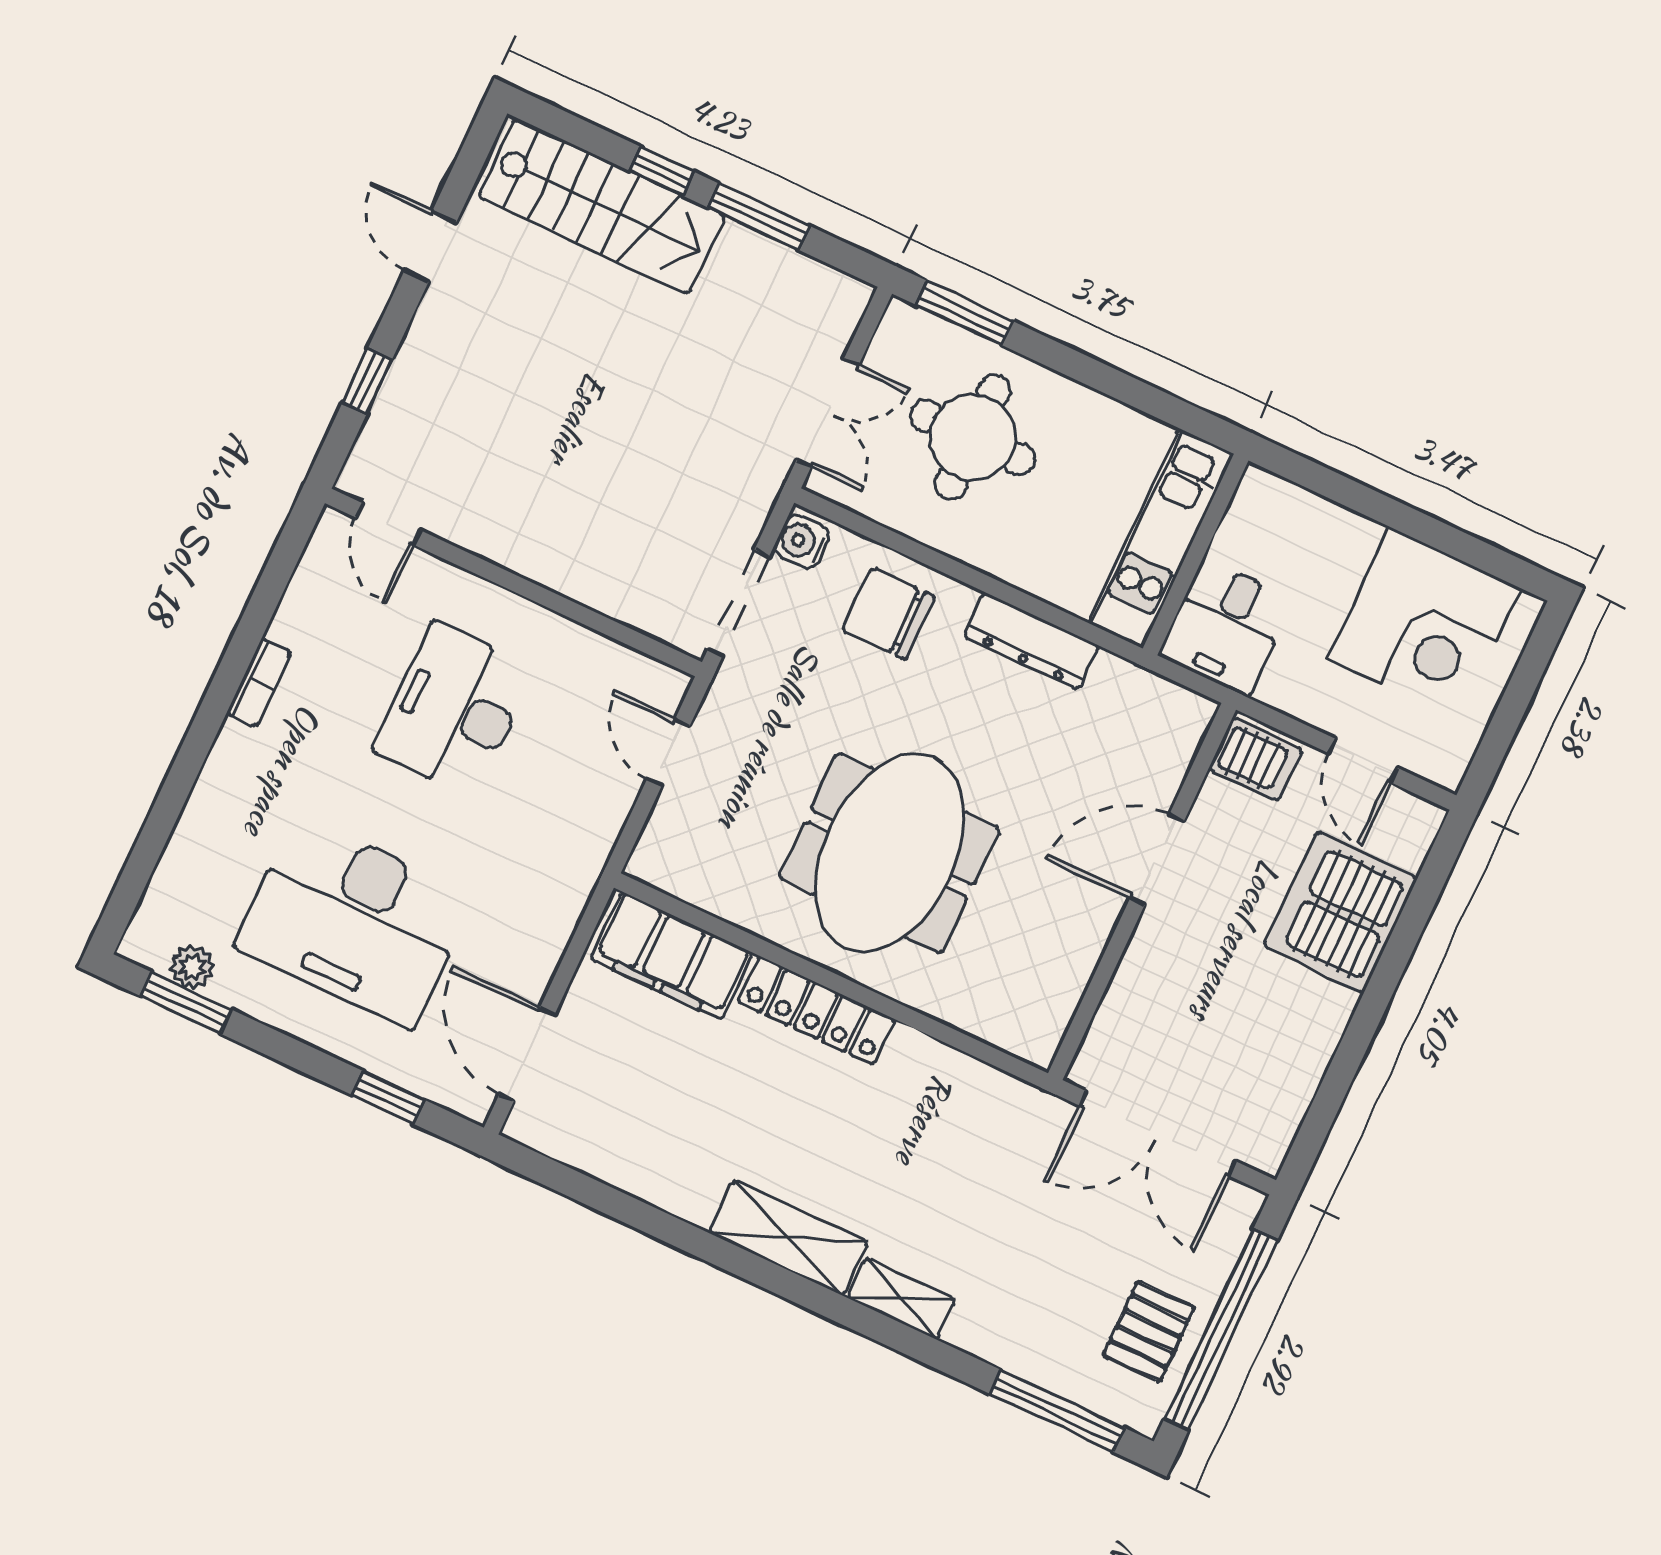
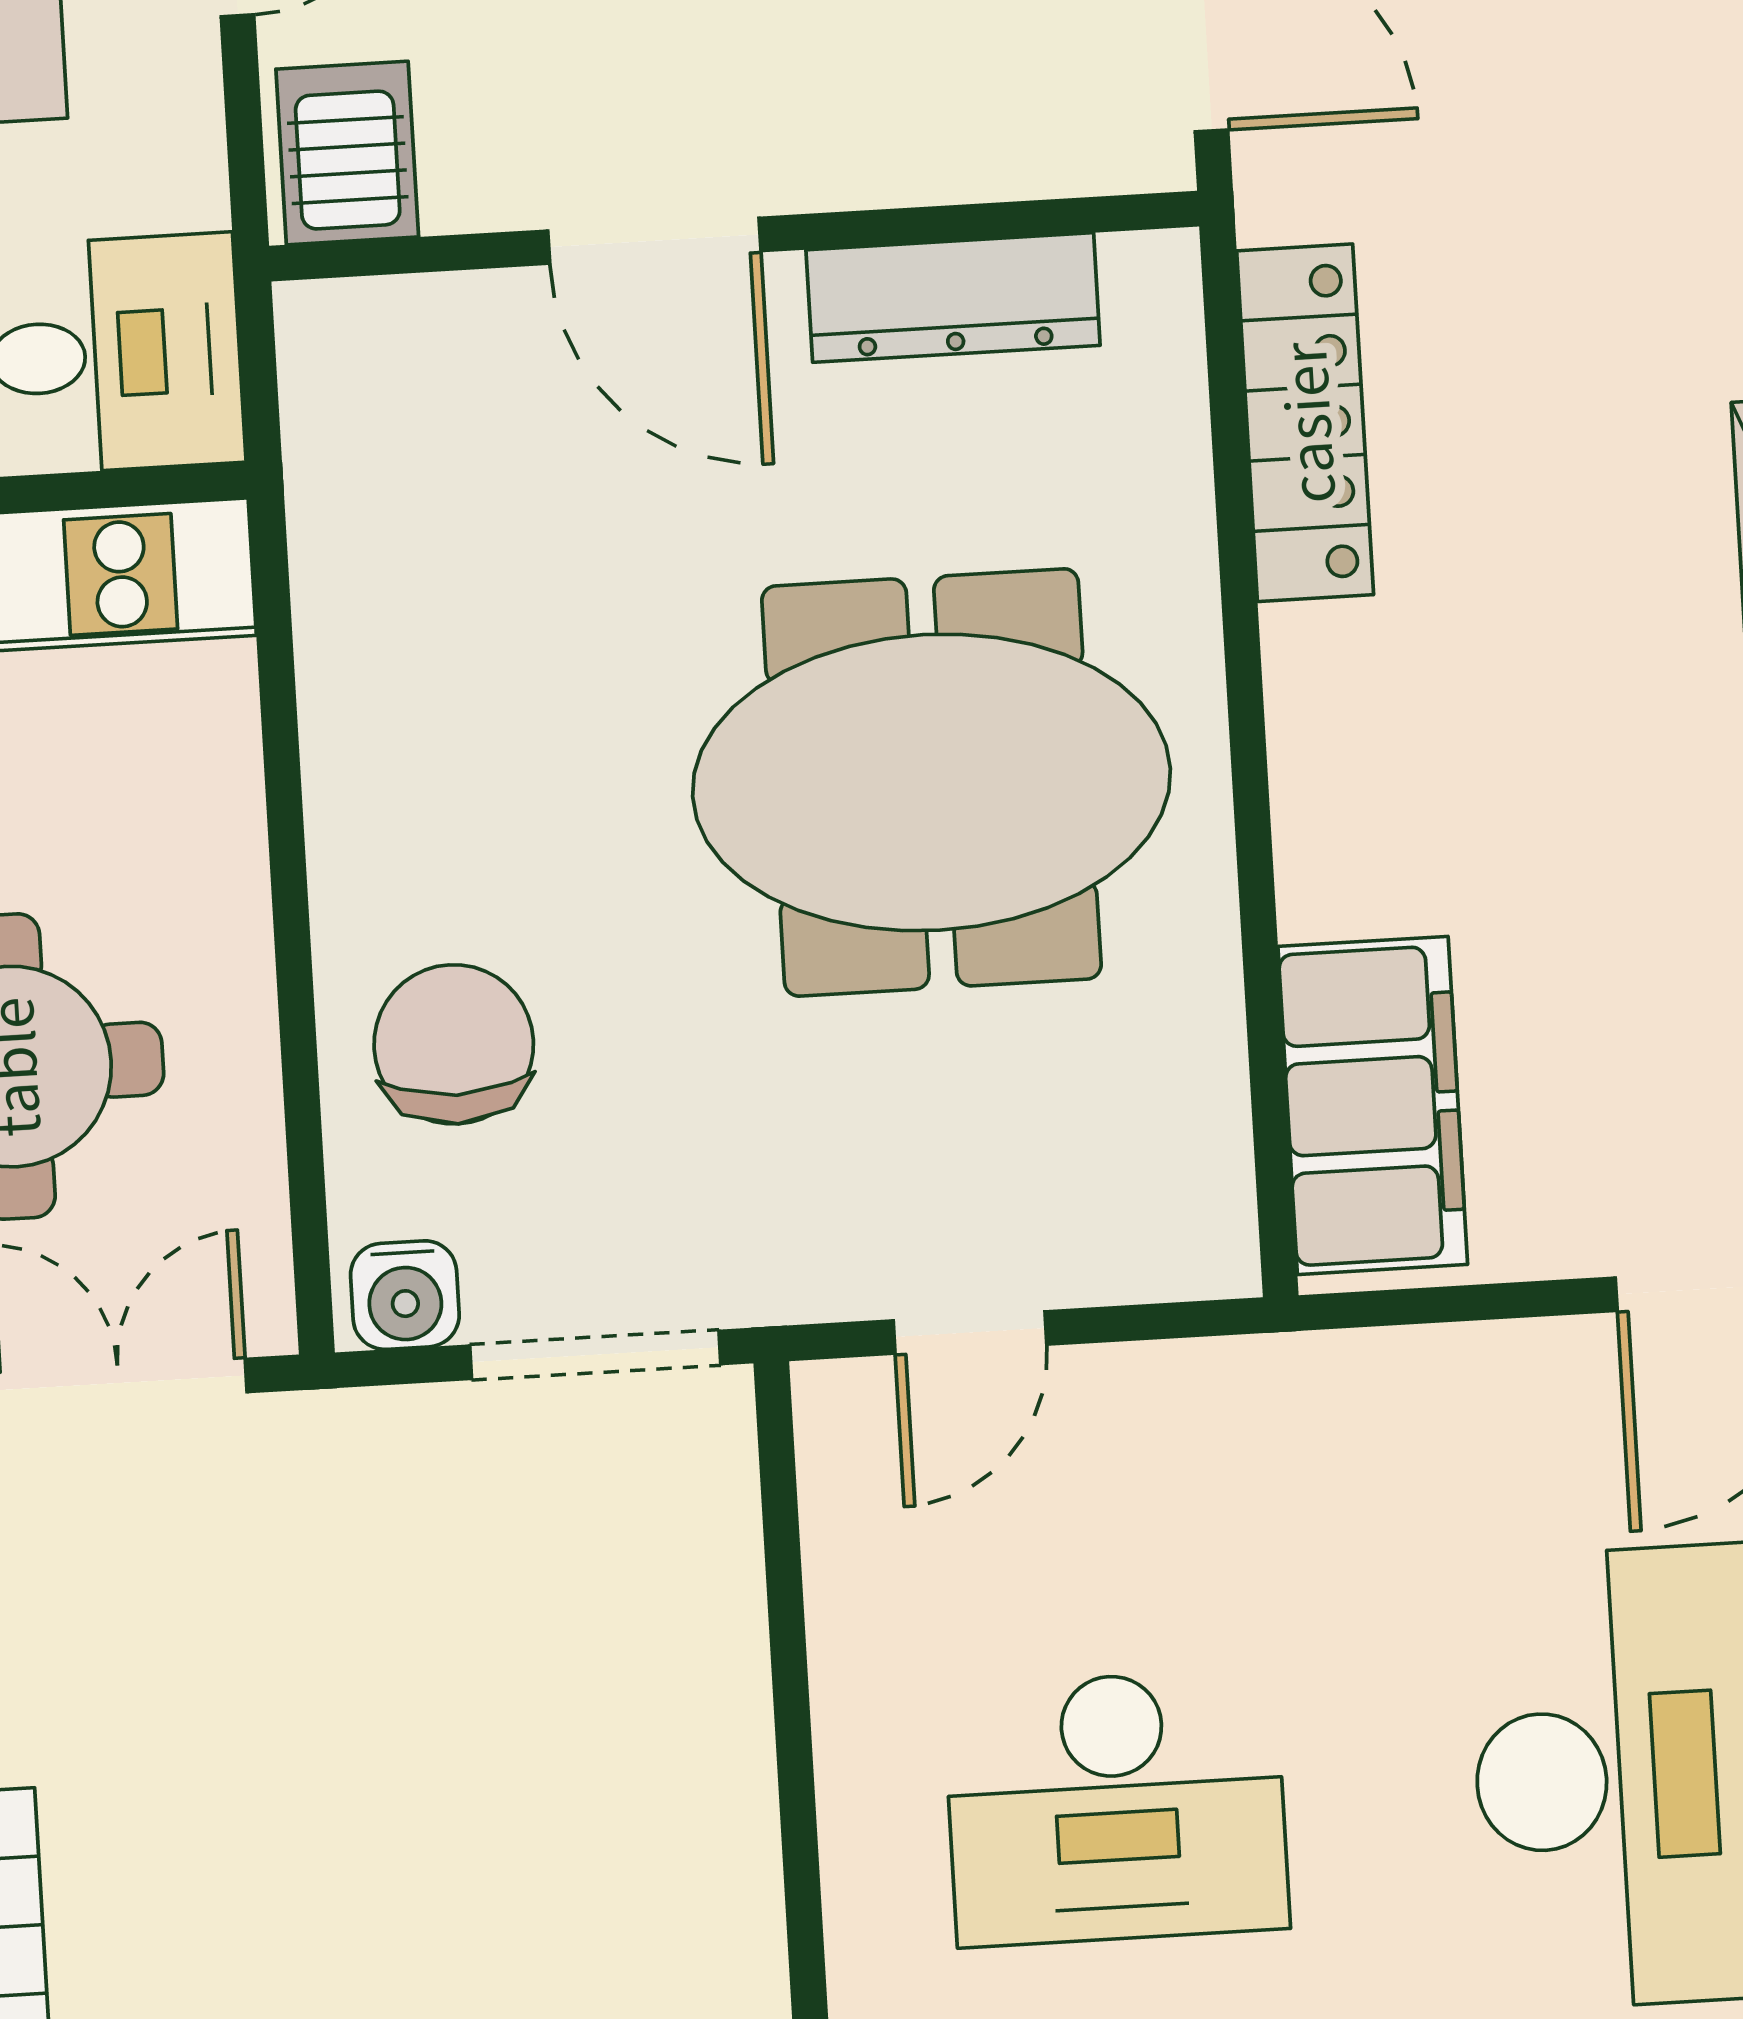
chair: (888, 613) -> (454, 1044), turned 180
dresser: (1031, 641) -> (953, 298), moved, turned 90
locker: (816, 1010) -> (1305, 423), moved

